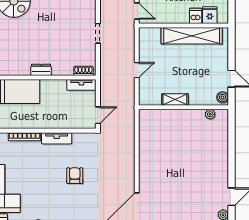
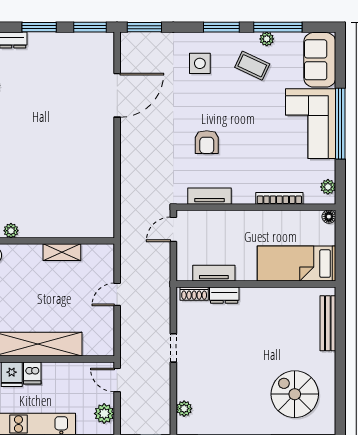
dresser: (41, 70) -> (224, 295), moved
tv unit: (81, 85) -> (214, 273), moved
tv unit: (57, 138) -> (209, 196), moved

